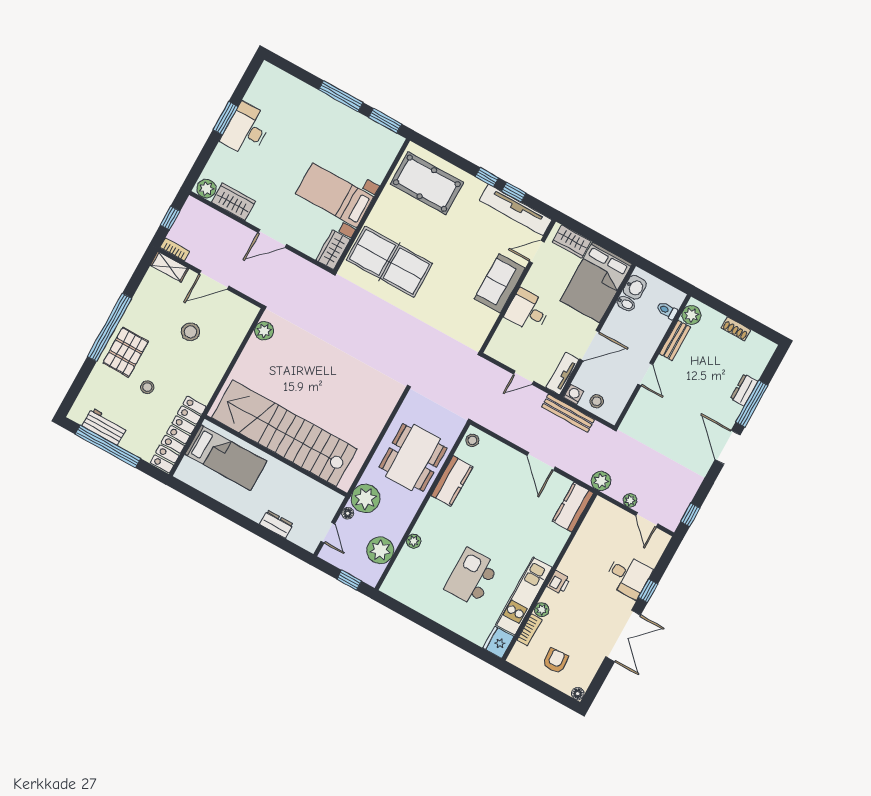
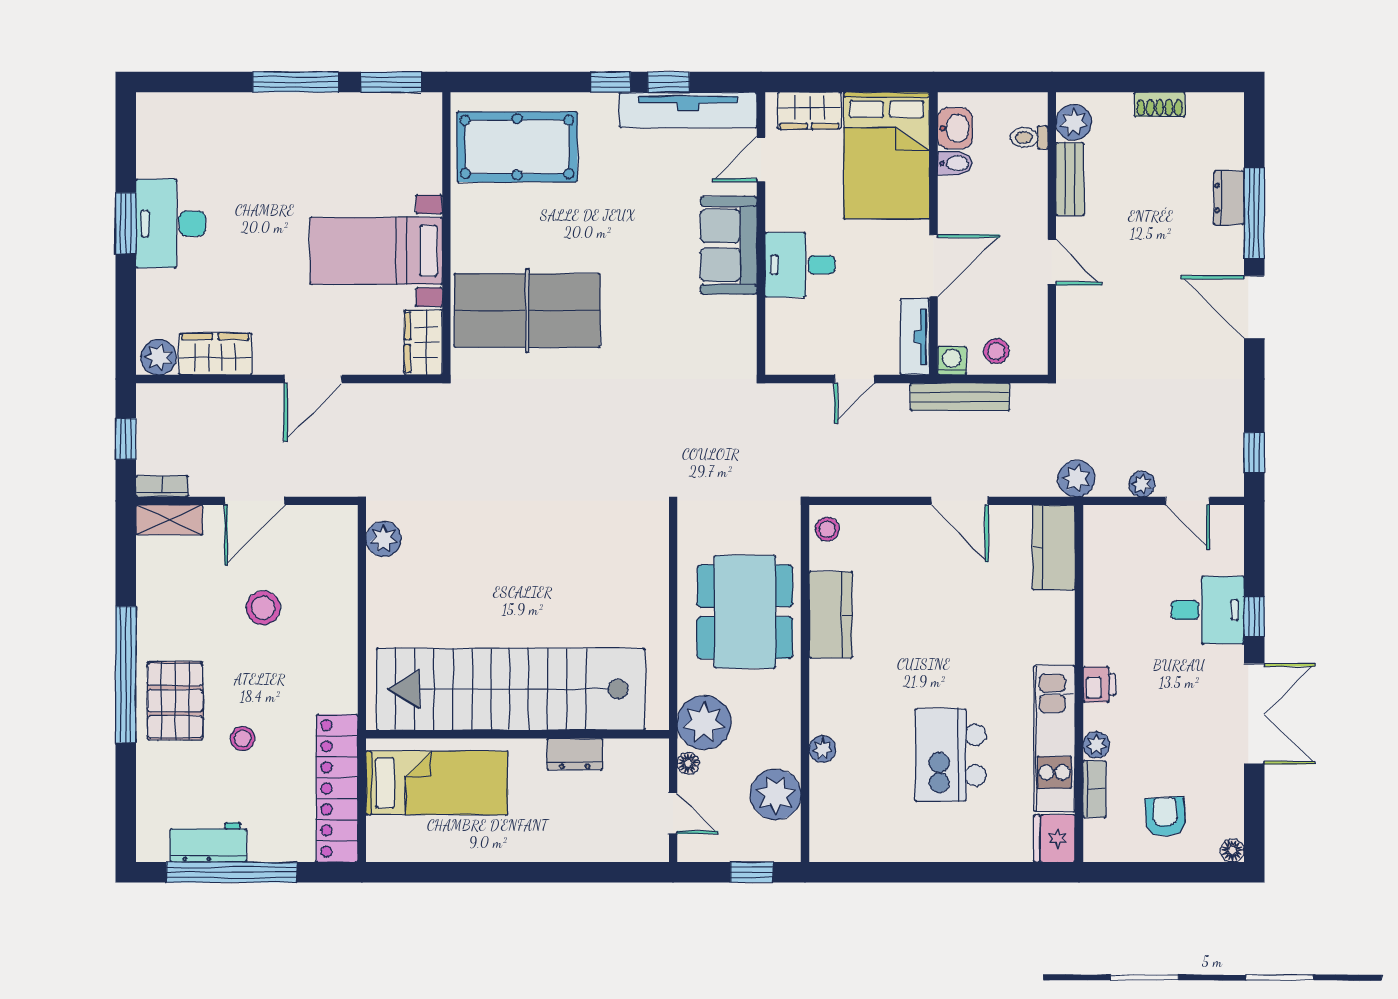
dresser: (276, 524) -> (575, 754), moved, turned 180

